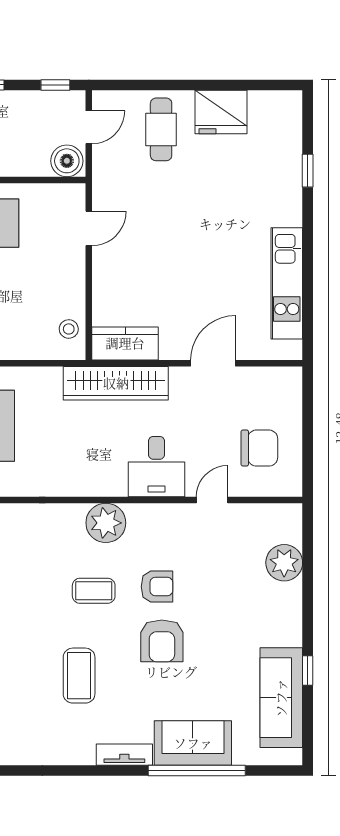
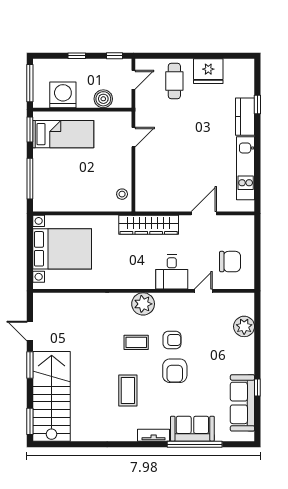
boiler: (67, 161) -> (103, 99), moved
kitchen counter: (125, 343) -> (245, 117), moved, turned -90

